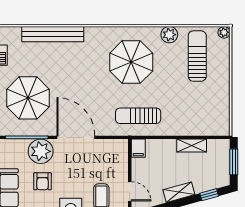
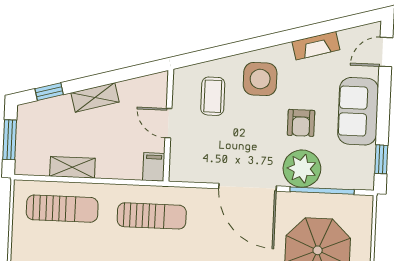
sun lounger: (197, 118) -> (62, 209), added
armchair: (42, 181) -> (301, 123), turned 180
door: (130, 191) -> (168, 123), moved

